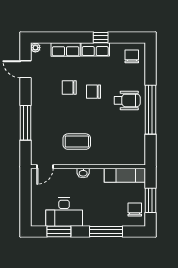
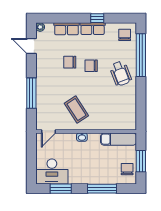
wheelchair: (127, 100) -> (121, 73), turned 69
window: (150, 110) -> (141, 55), moved
coffee table: (77, 142) -> (76, 110), turned 57
desk: (64, 212) -> (52, 171), moved

